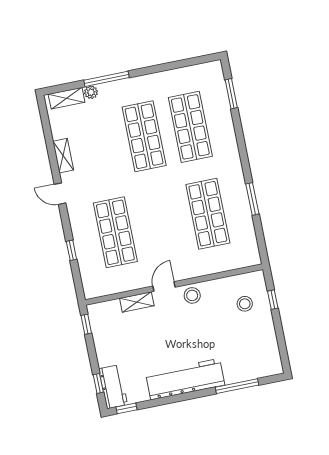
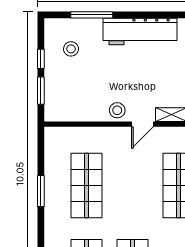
window: (273, 300) -> (41, 91), width x1.50
stool: (245, 304) -> (71, 49), moved
window: (279, 332) -> (41, 59), added

